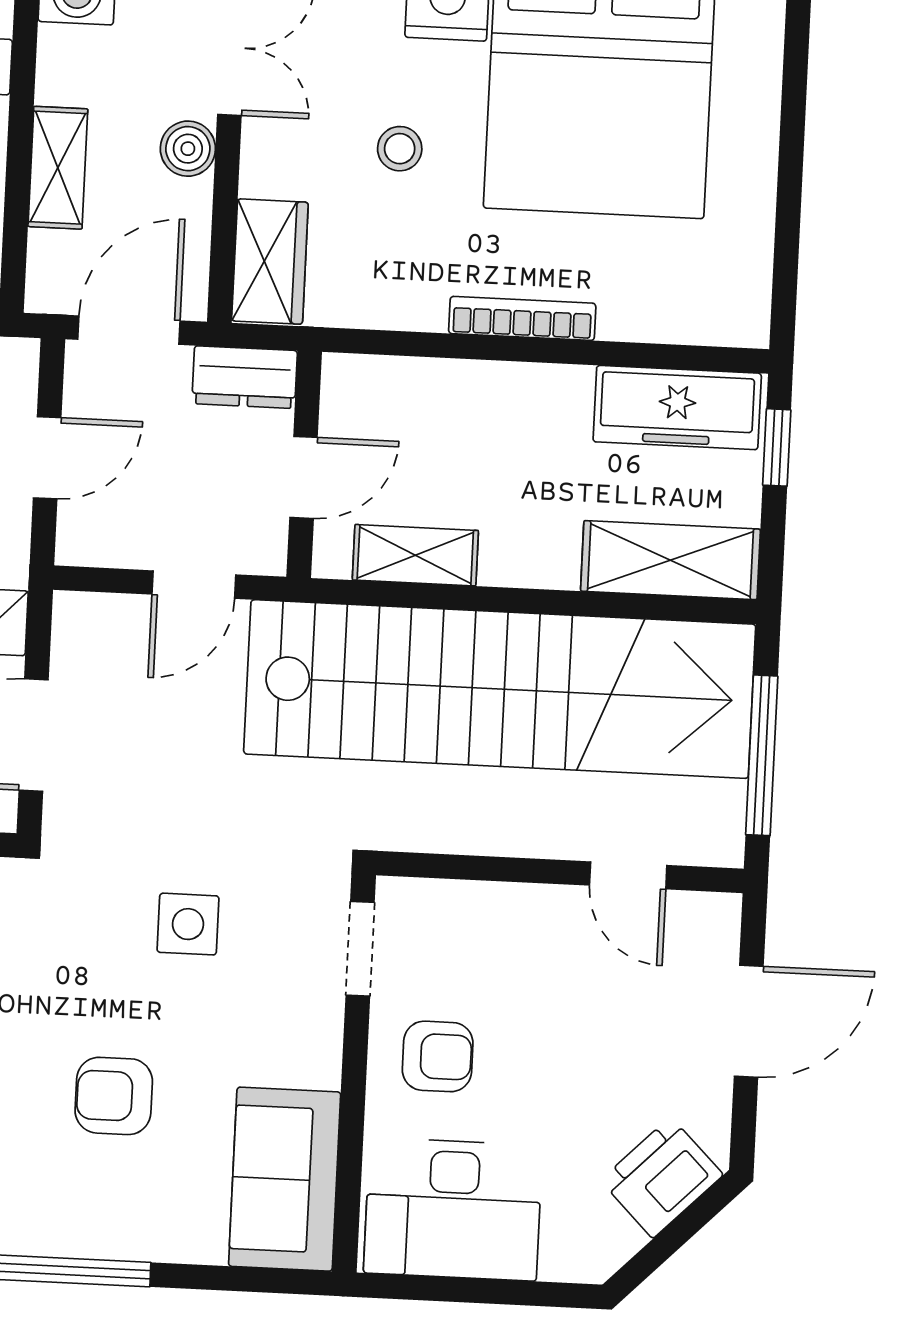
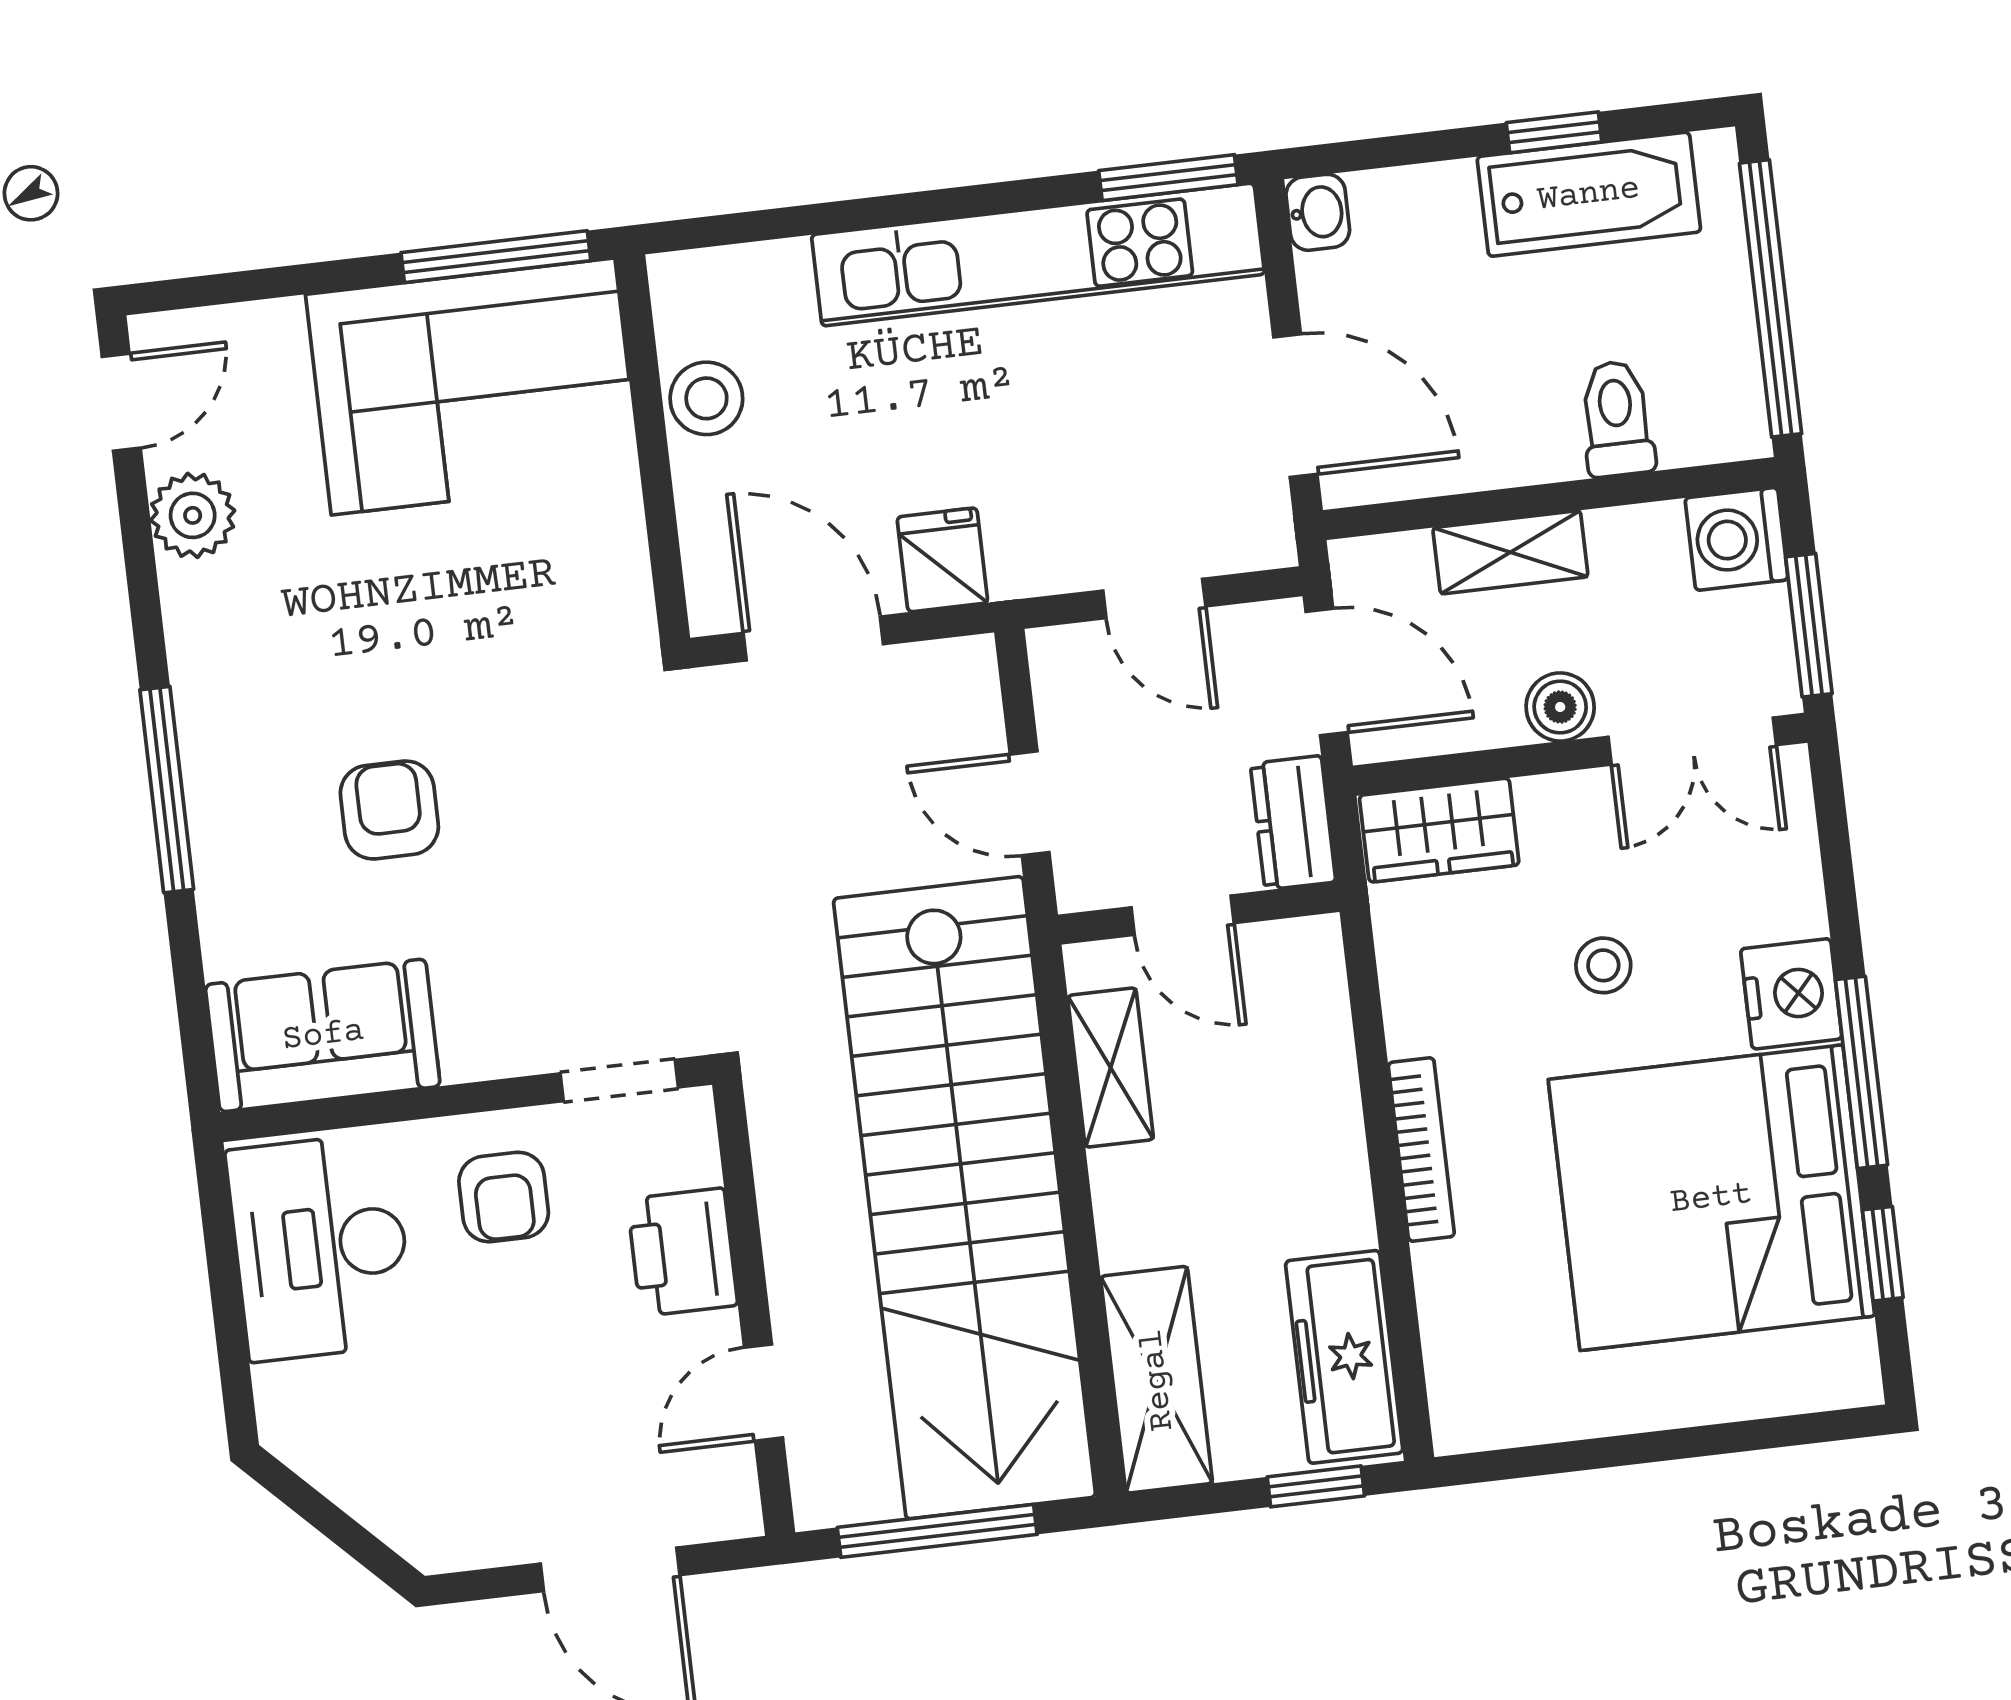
side table: (188, 924) -> (614, 865), removed
printer: (662, 1178) -> (682, 1252), moved, turned -135

